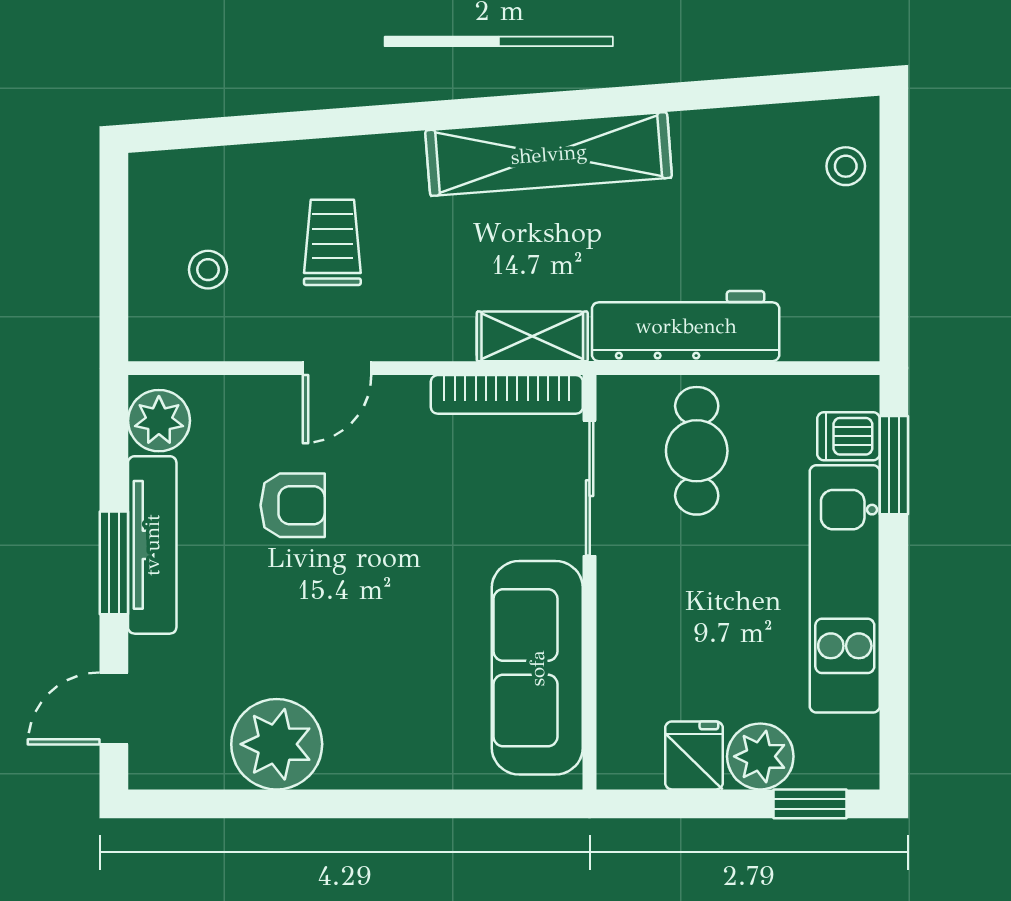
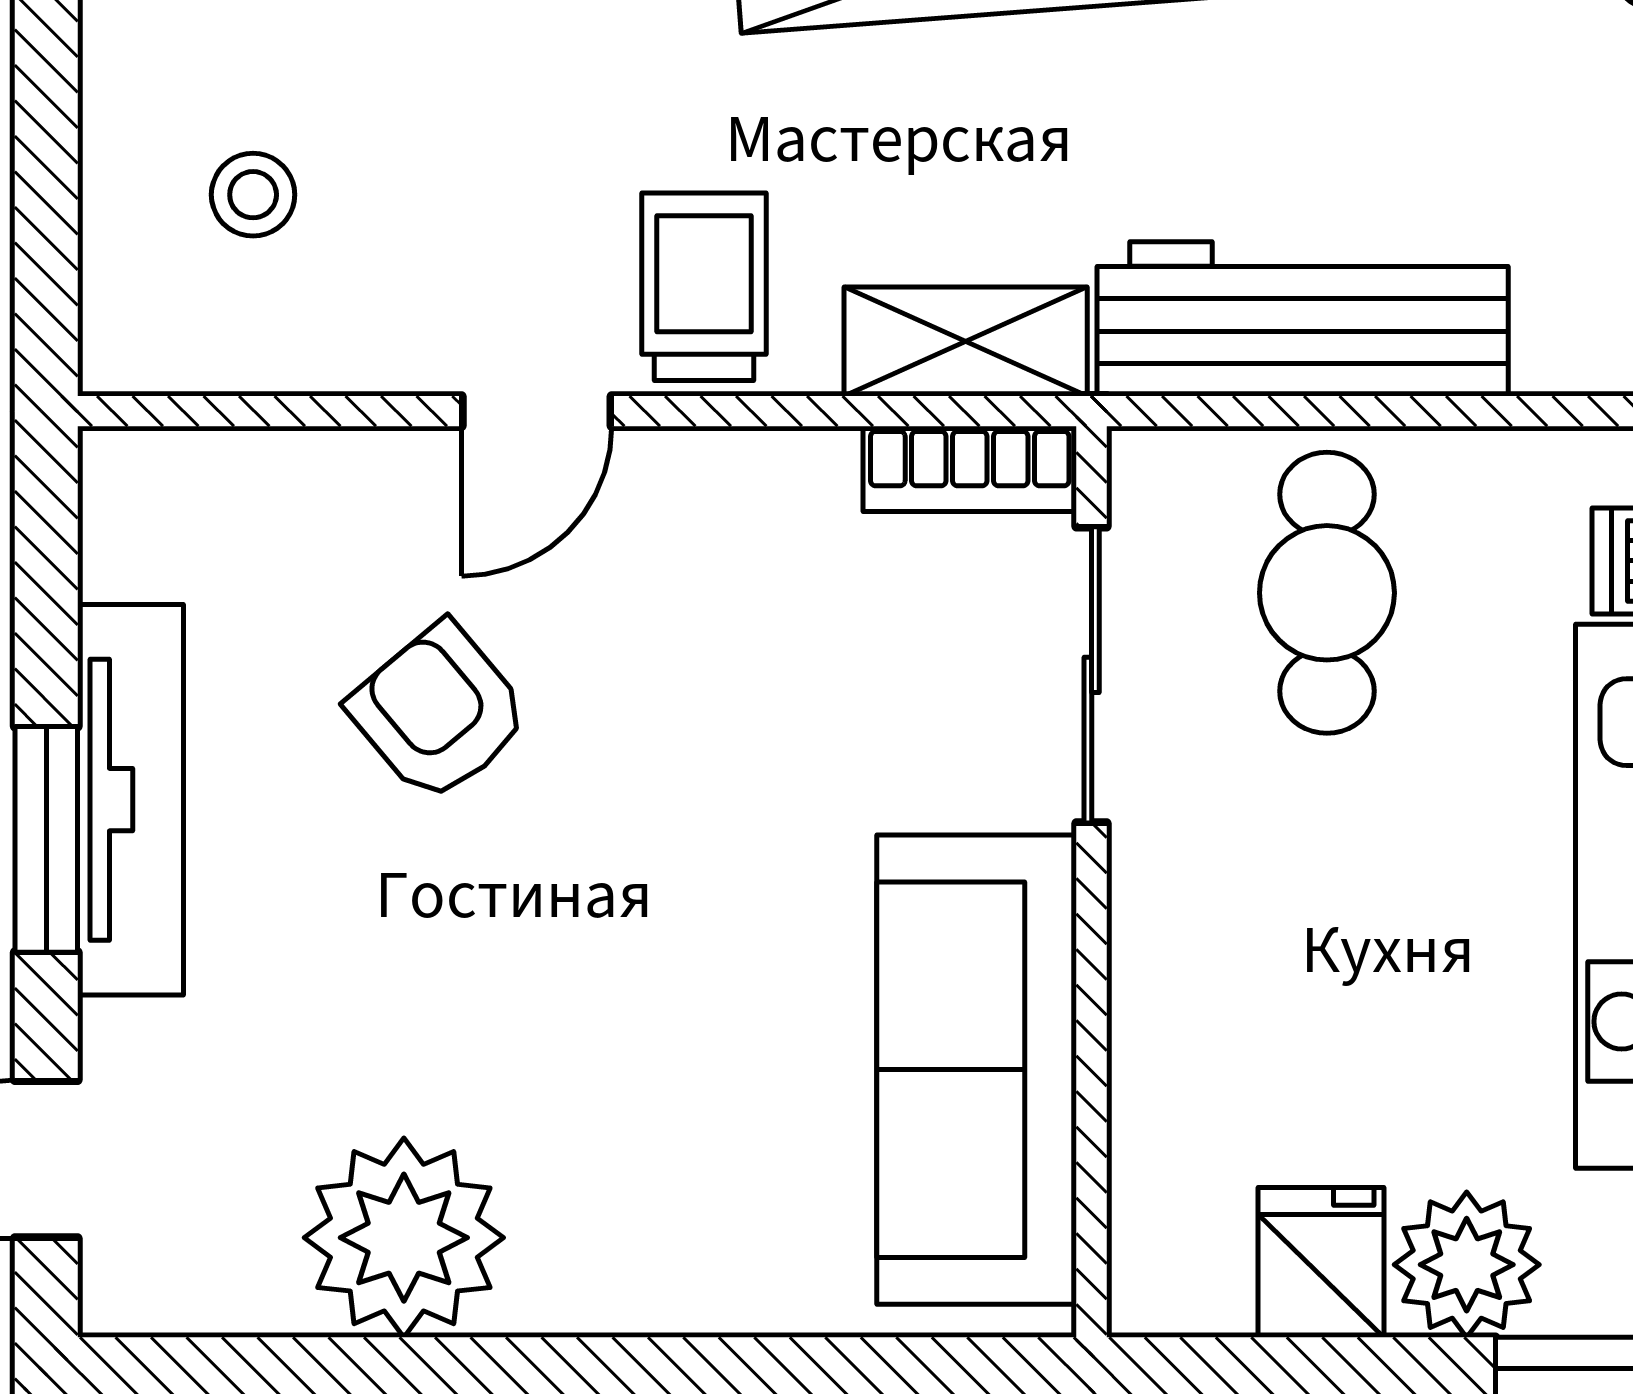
trolley: (332, 242) -> (704, 287), moved
bookcase: (507, 394) -> (970, 469), width x0.64
plant: (159, 421) -> (145, 527), removed
armchair: (293, 505) -> (439, 713), turned -130

